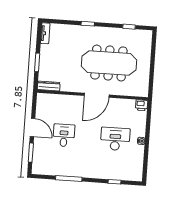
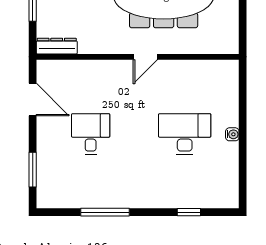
door: (97, 95) -> (145, 57), width x0.53
printer: (142, 105) -> (228, 69), removed
door: (33, 128) -> (33, 100), moved

